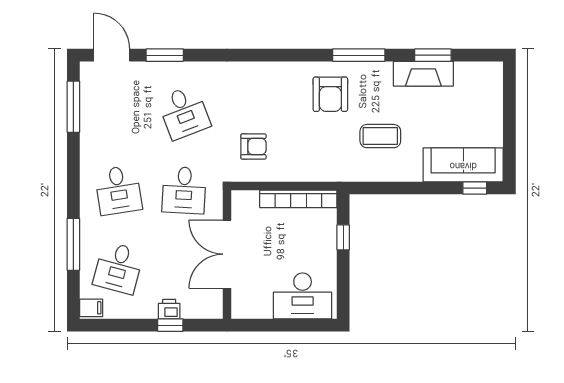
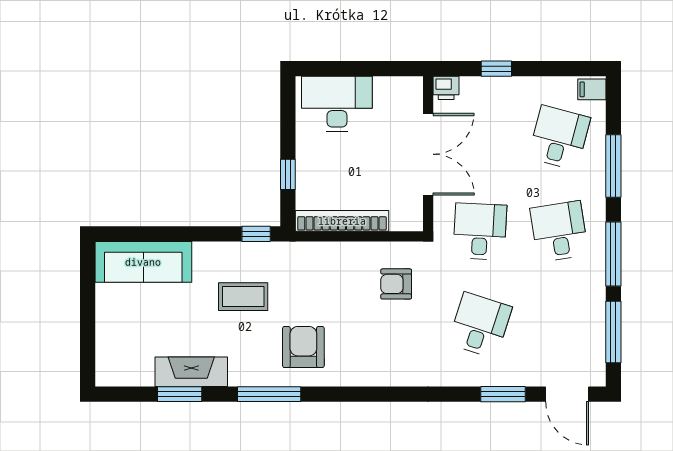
desk: (184, 112) -> (480, 325), turned 39
window: (73, 171) -> (613, 254), added
window: (475, 188) -> (256, 234), moved
printer: (169, 309) -> (446, 88), moved

